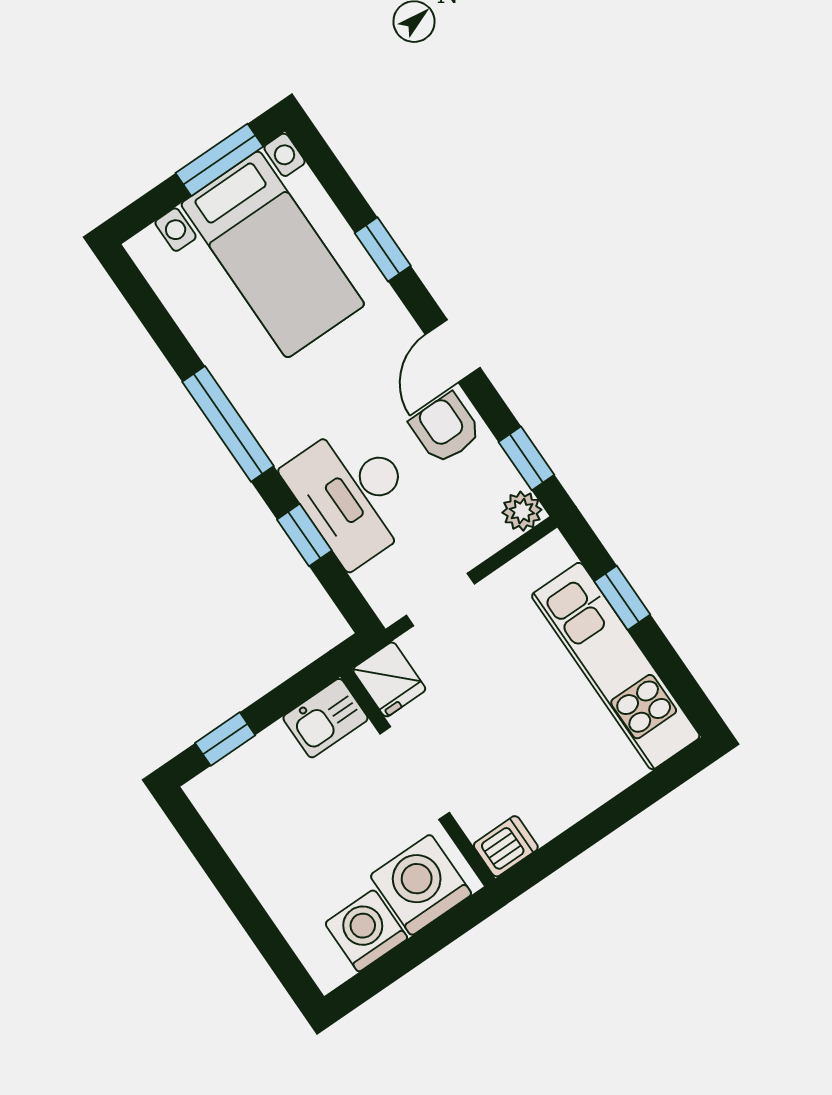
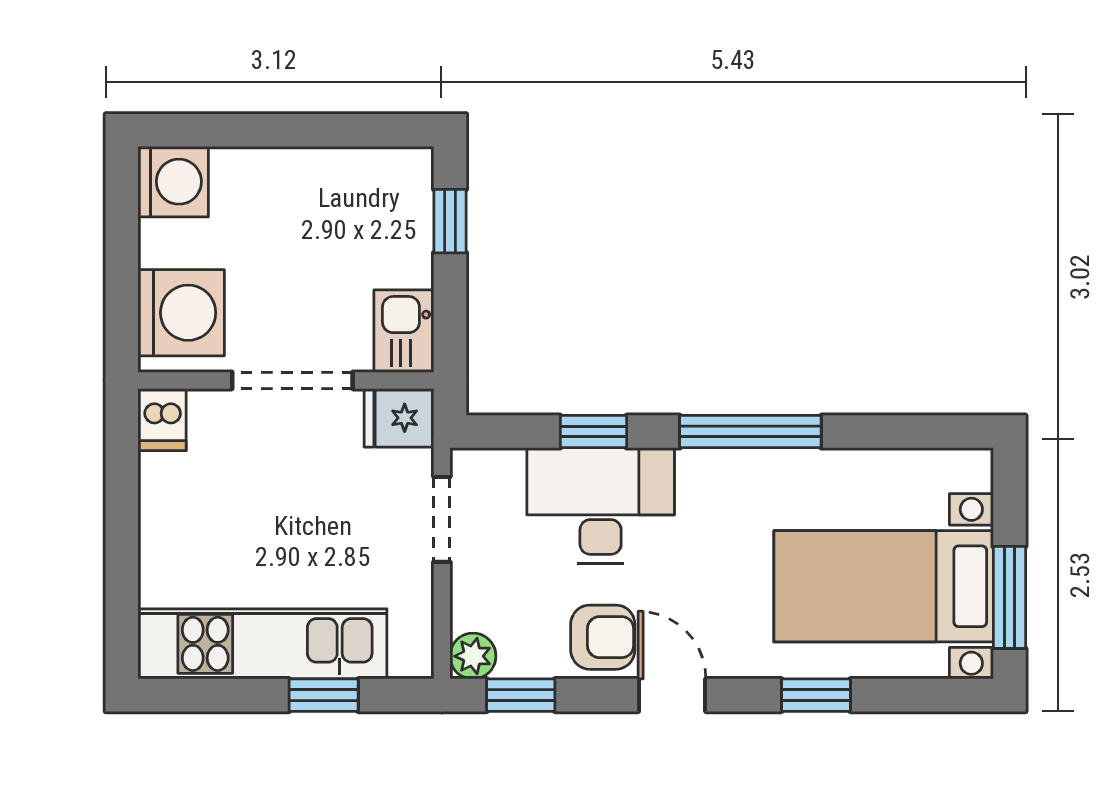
washing machine: (366, 931) -> (173, 182), moved

